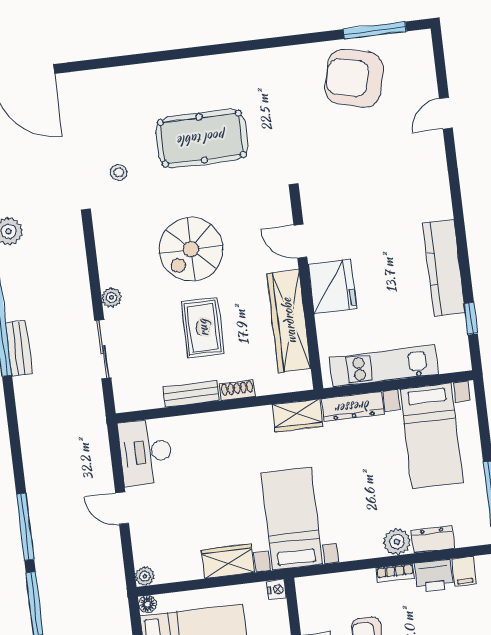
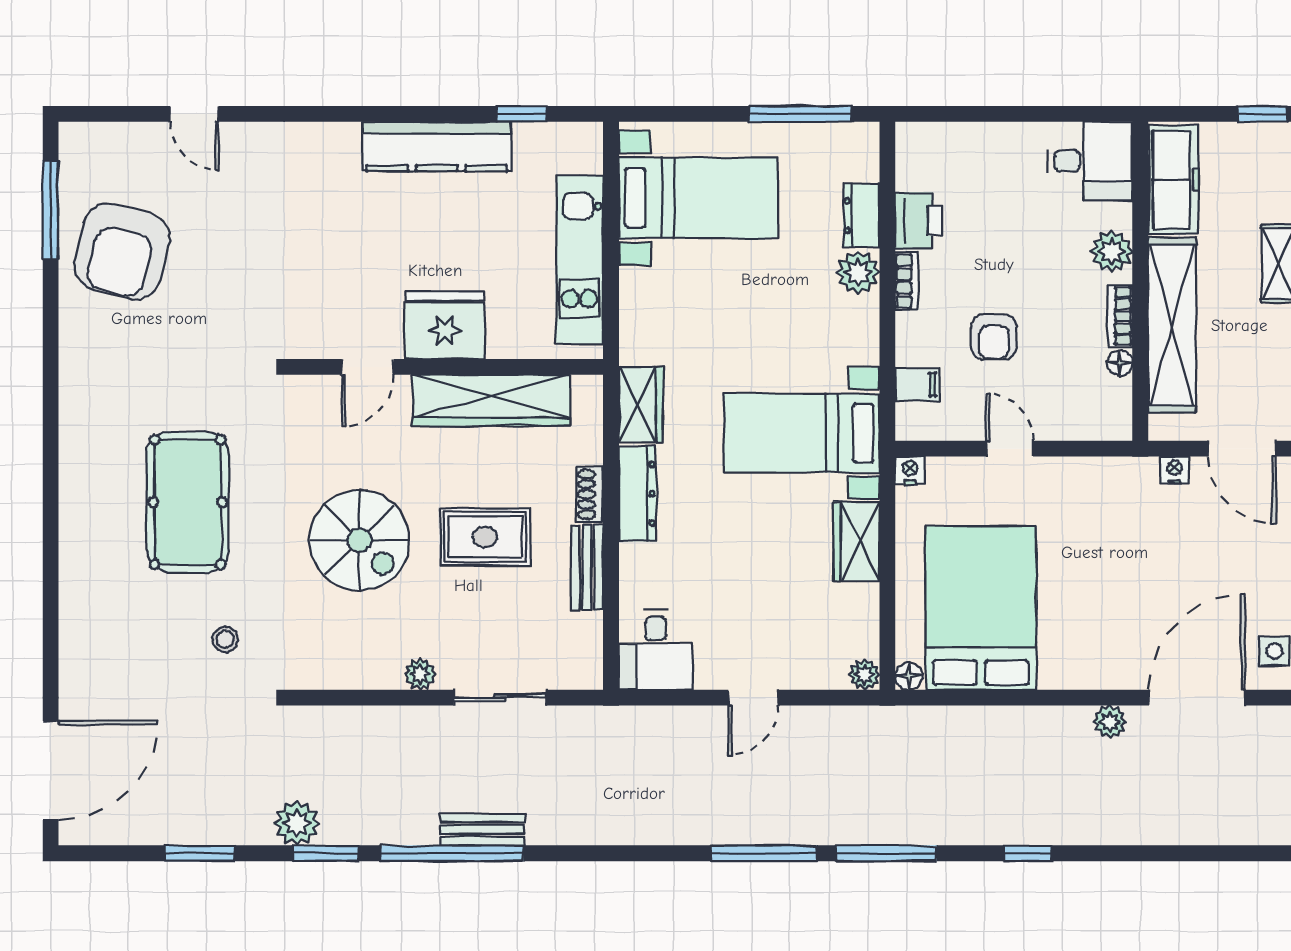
dresser: (353, 407) -> (637, 494), moved
desk: (146, 452) -> (656, 650), width x0.73
filing cabinet: (464, 571) -> (917, 385), moved

